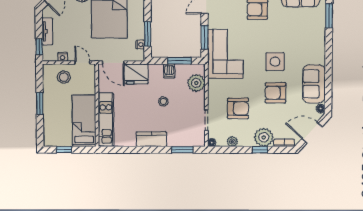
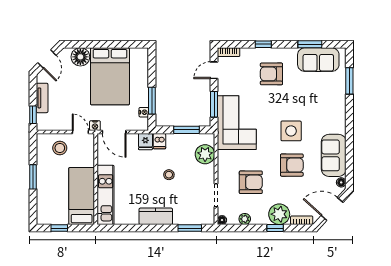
nightstand: (63, 57) -> (95, 126), moved
dishwasher: (169, 71) -> (159, 141), moved
fridge: (136, 74) -> (145, 142), width x0.53, depth x0.75
armchair: (275, 93) -> (292, 165), turned 180

